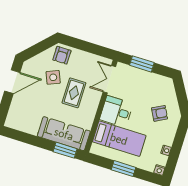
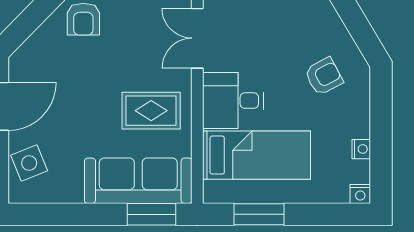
side table: (53, 77) -> (29, 163), moved
rug: (74, 93) -> (151, 111), moved, turned 90
window: (124, 169) -> (259, 214), moved

